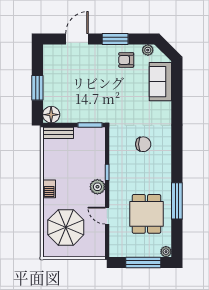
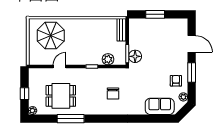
floor lamp: (51, 115) -> (135, 56), moved
plant: (97, 187) -> (108, 59), moved
barbecue: (49, 189) -> (80, 23), removed
window: (143, 262) -> (24, 94), width x0.46

